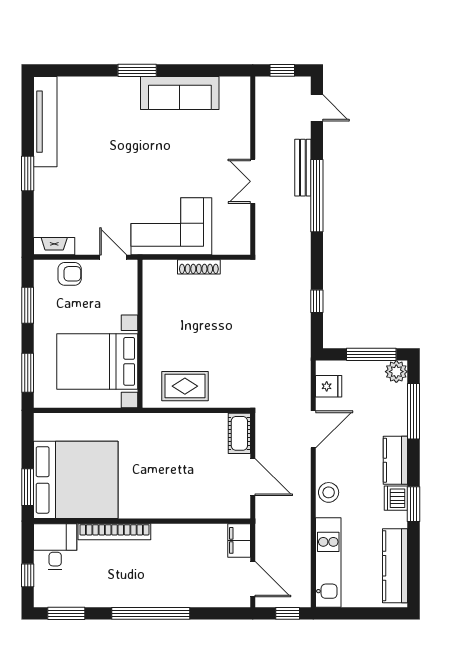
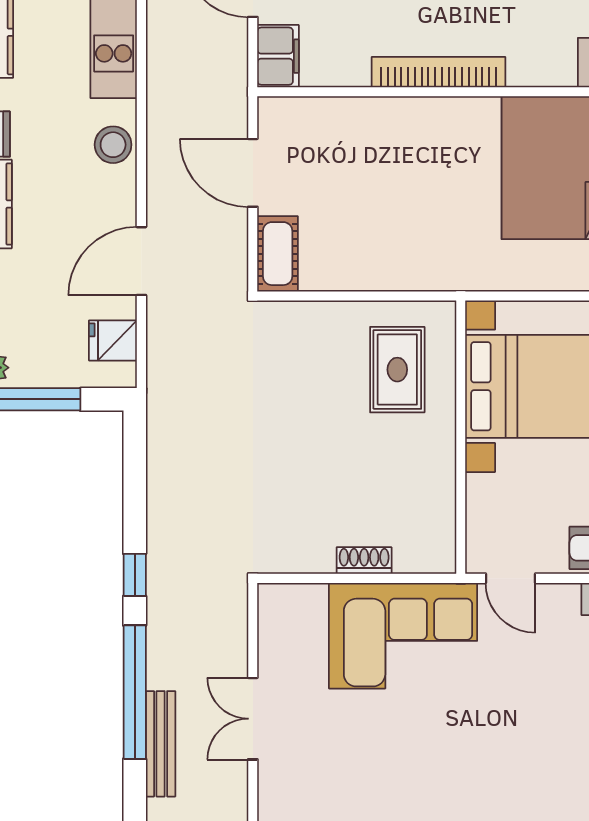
double door: (253, 181) -> (253, 719), swing flipped
shoe rack: (199, 267) -> (364, 560), width x0.70
window: (317, 301) -> (135, 575), moved
rug: (185, 386) -> (397, 370), moved, turned 90
bookcase: (114, 532) -> (439, 72), moved

